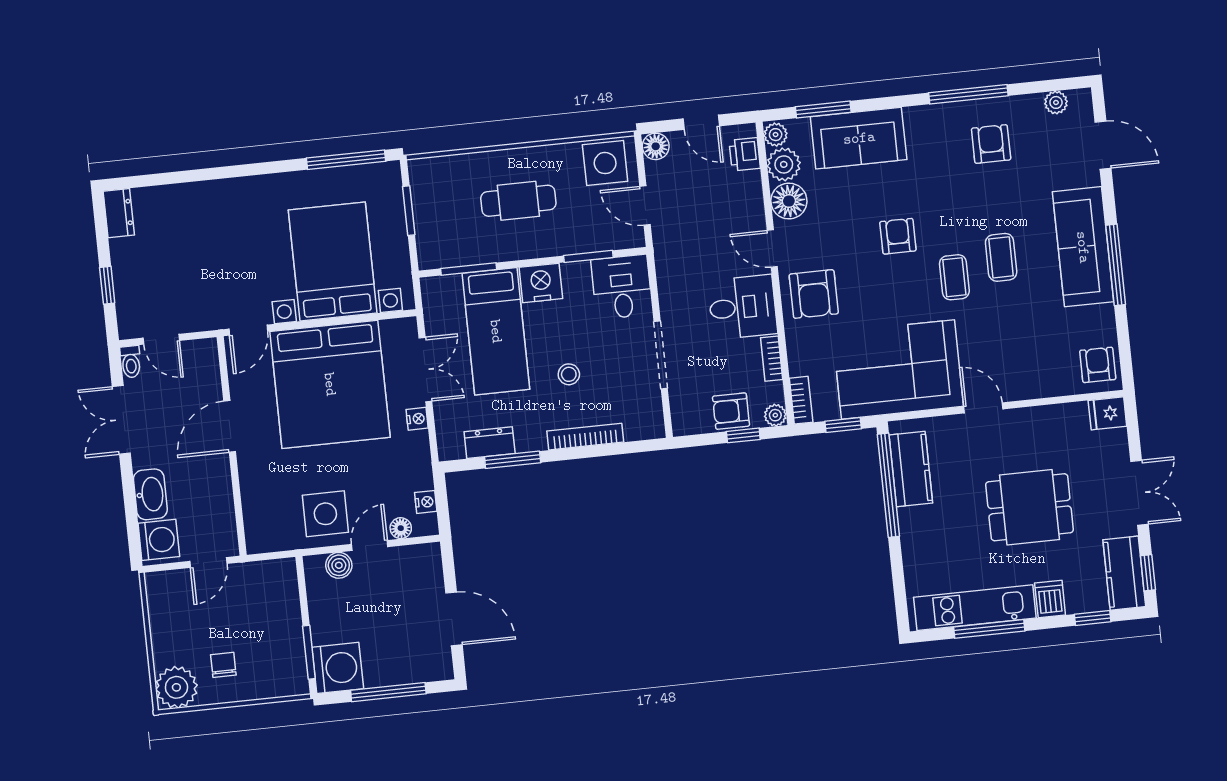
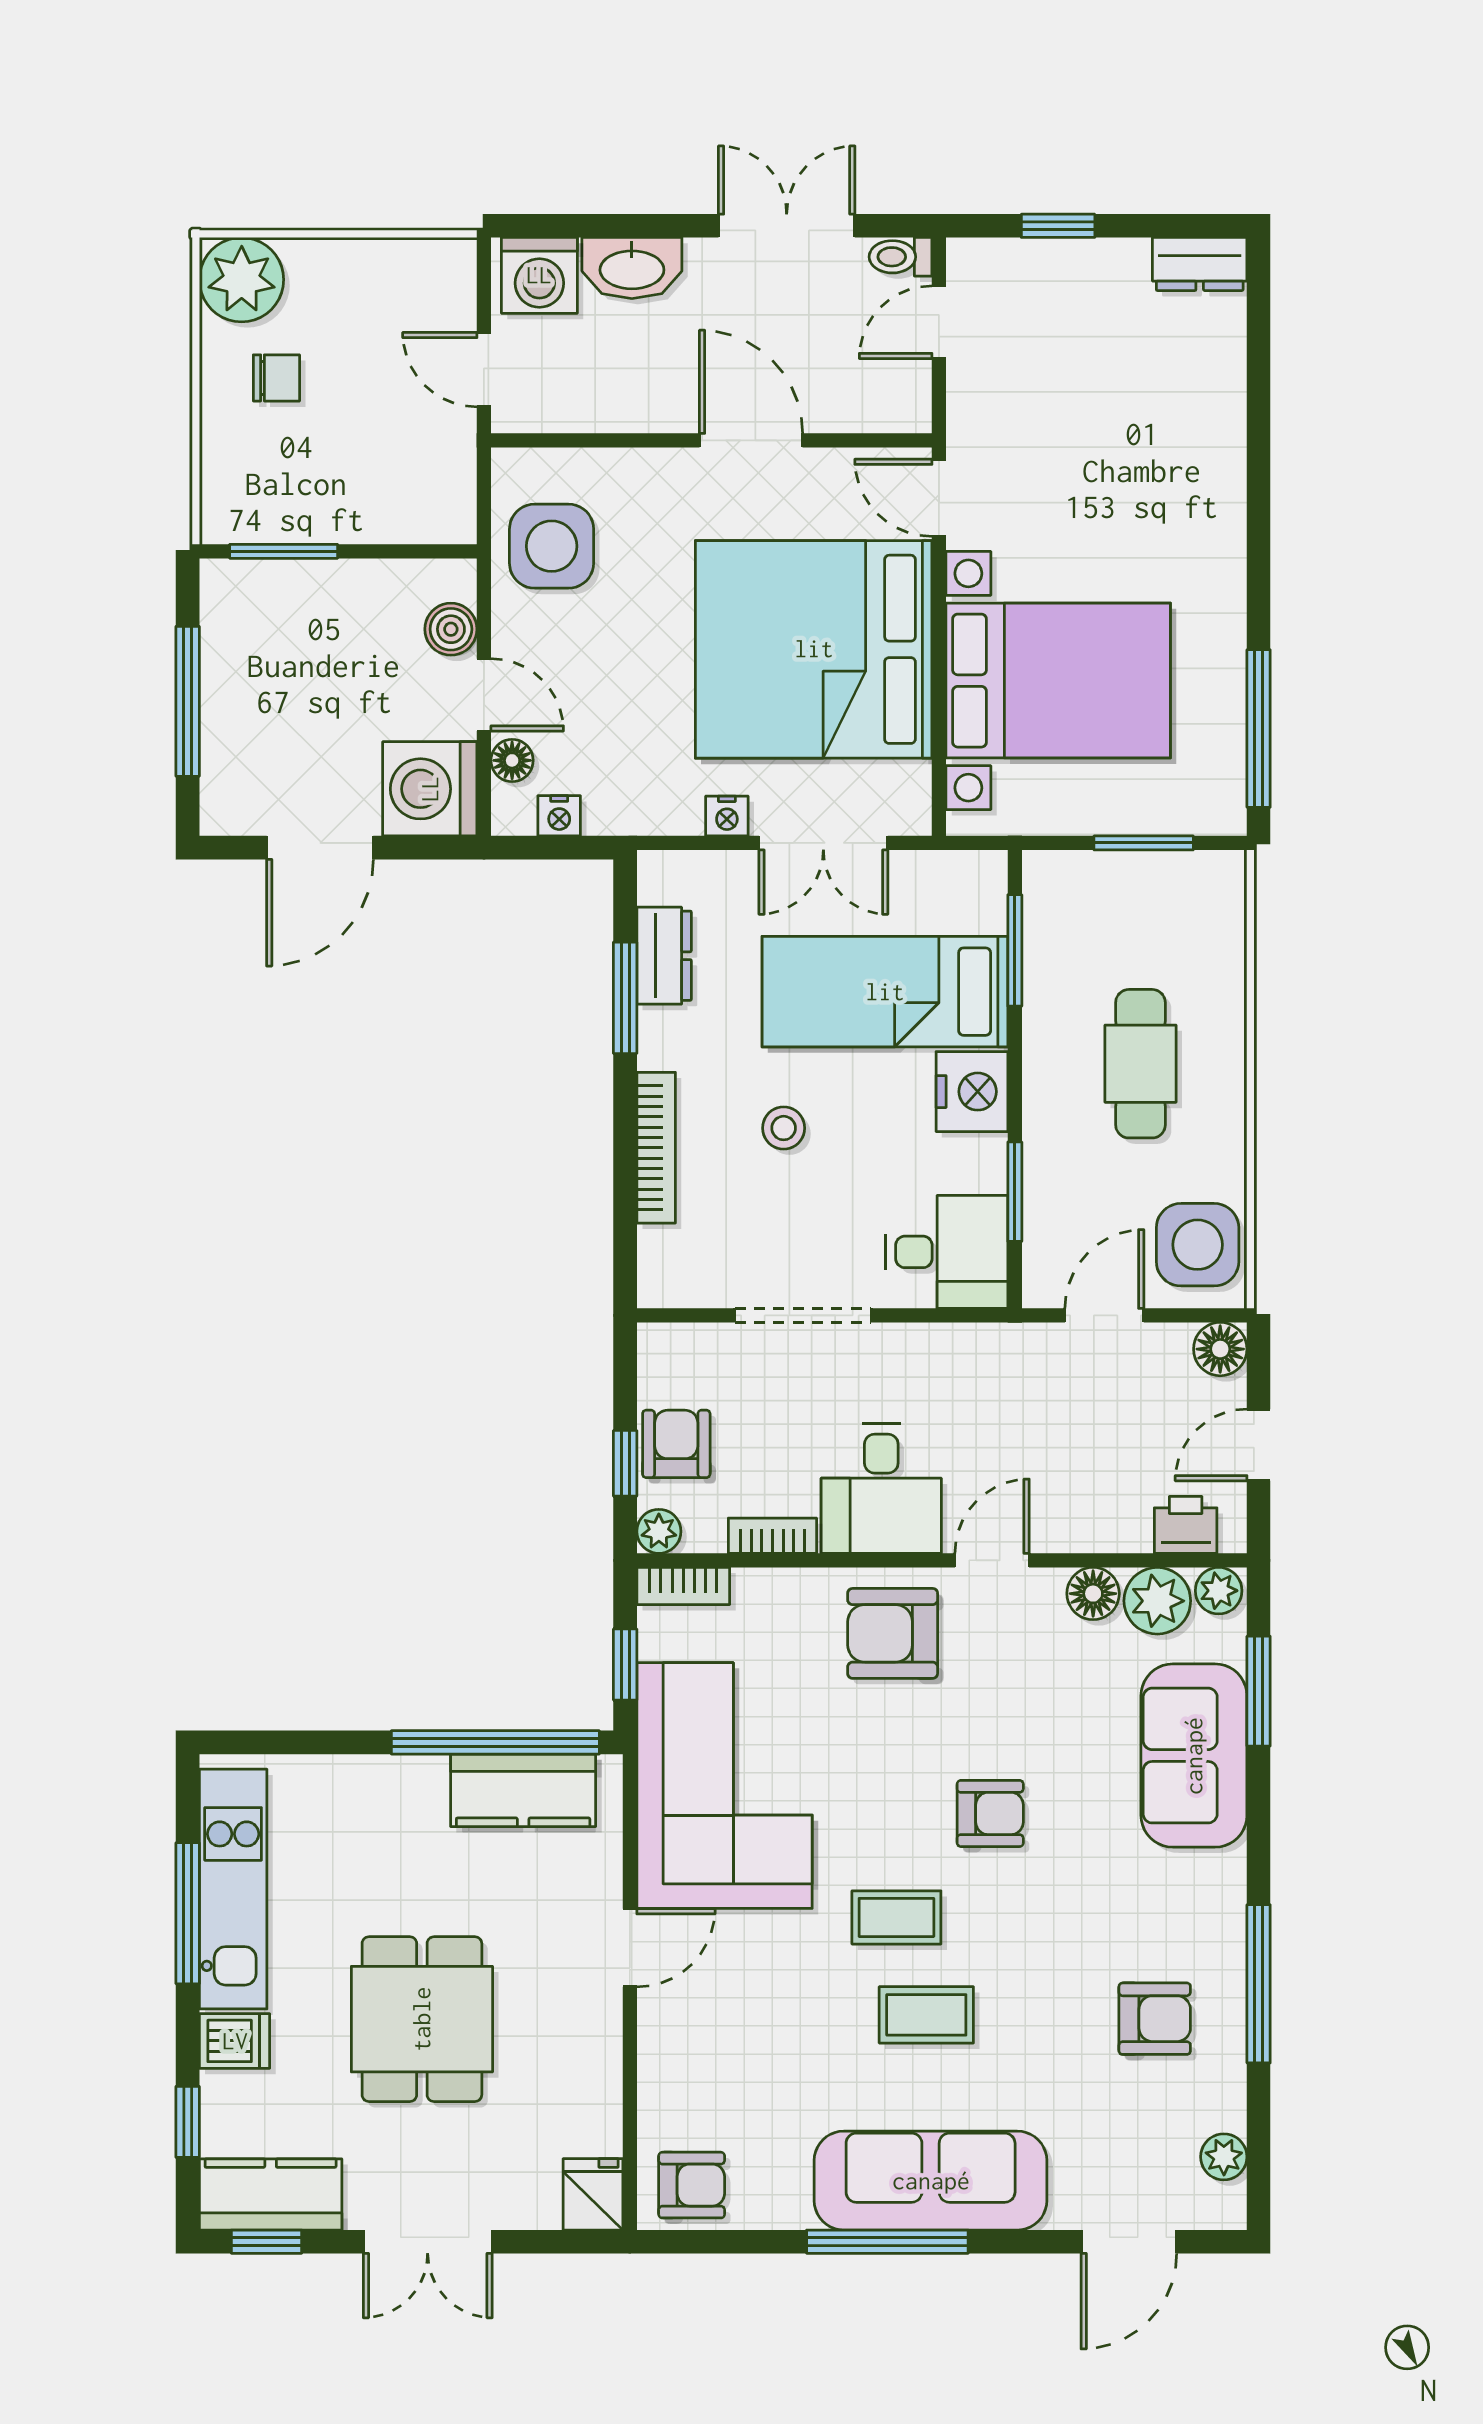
floor lamp: (789, 201) -> (1093, 1594), width x0.73, depth x0.73
side table: (325, 514) -> (552, 546), moved
washing machine: (338, 668) -> (430, 789), moved, turned 90

